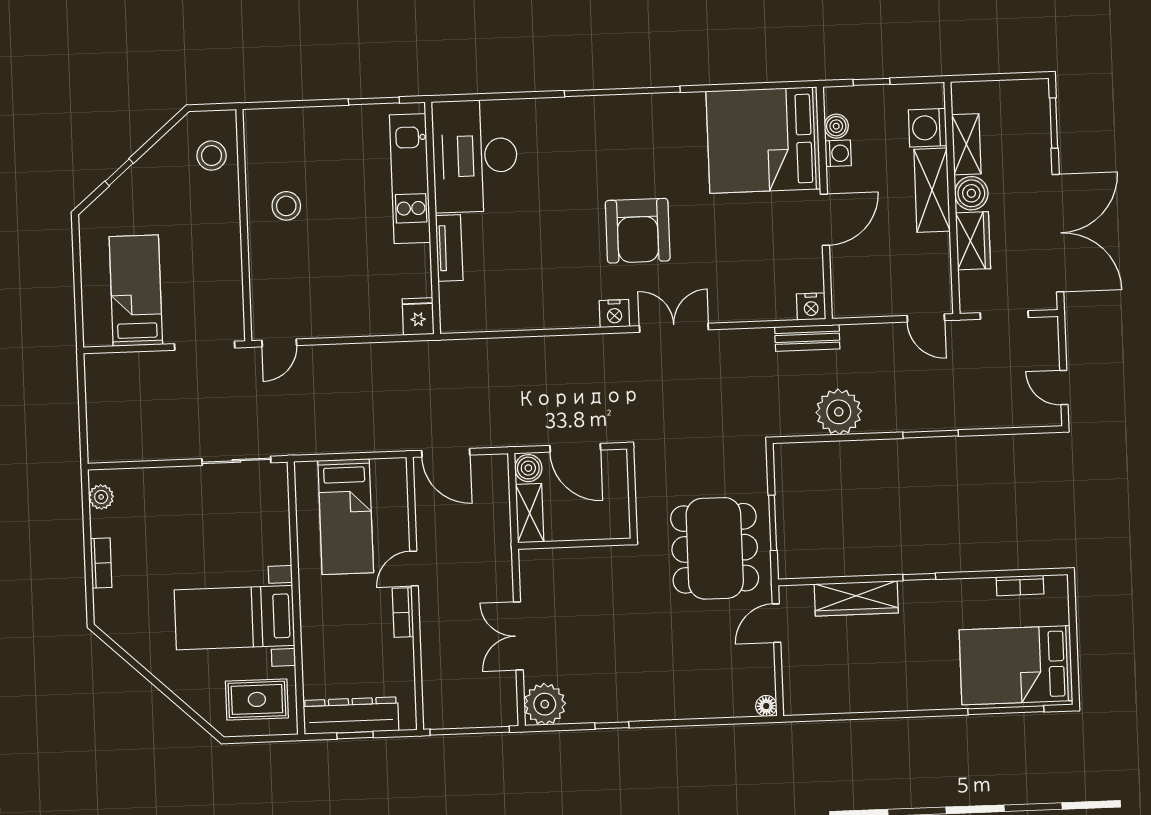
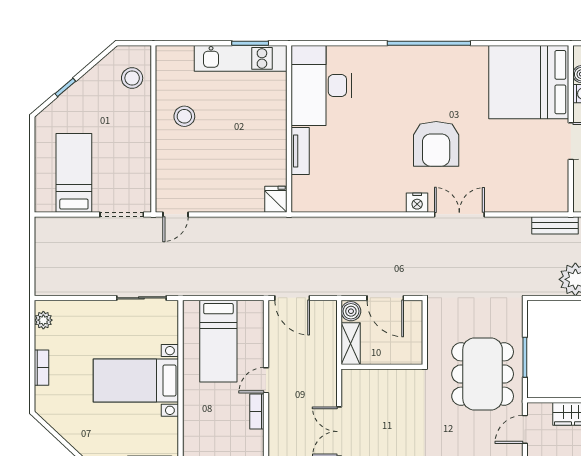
kitchen unit: (410, 179) -> (241, 58), moved, turned -90
nightstand: (811, 307) -> (559, 203), removed
bed with nightstands: (235, 618) -> (136, 380), moved

